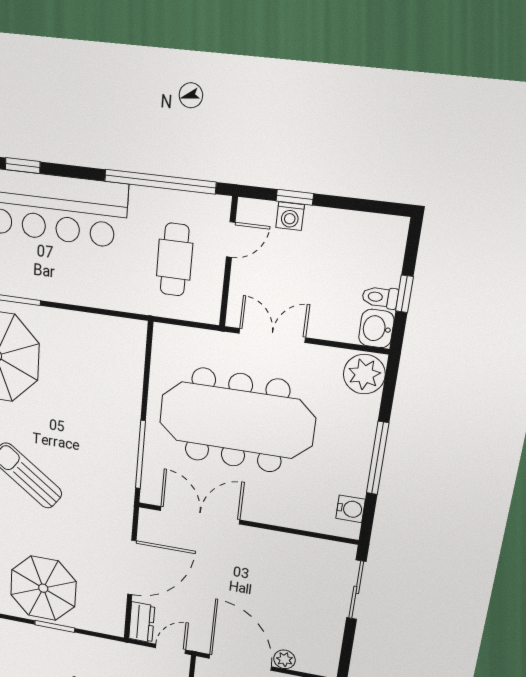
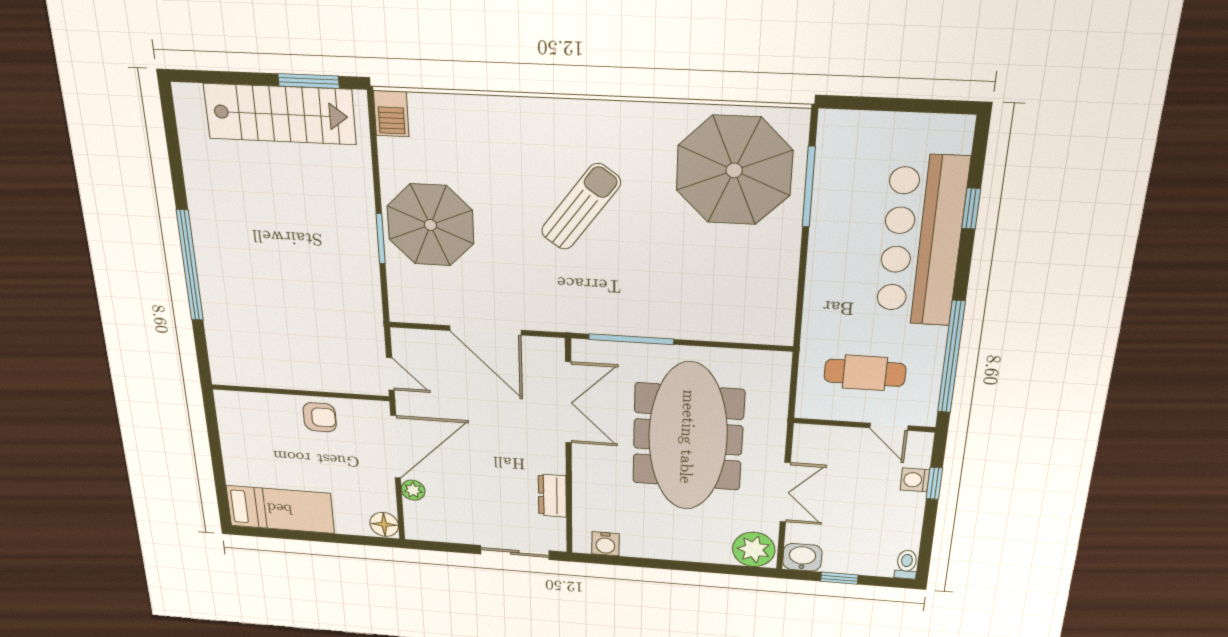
toilet: (380, 297) -> (906, 564), moved
double door: (272, 335) -> (785, 492), moved
window: (378, 458) -> (666, 564), removed
dresser: (142, 622) -> (552, 496), moved, turned 90

